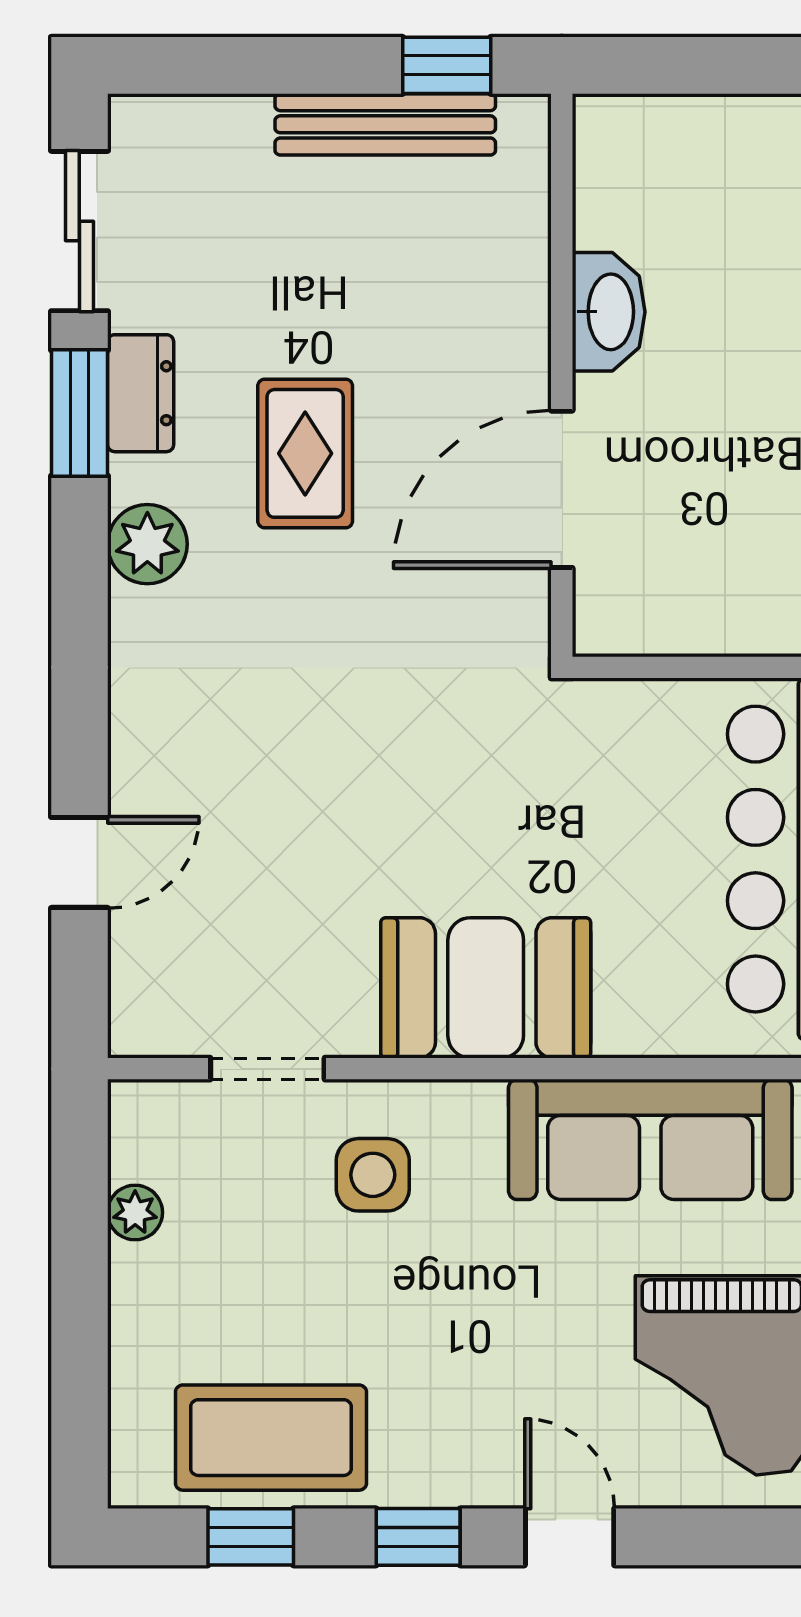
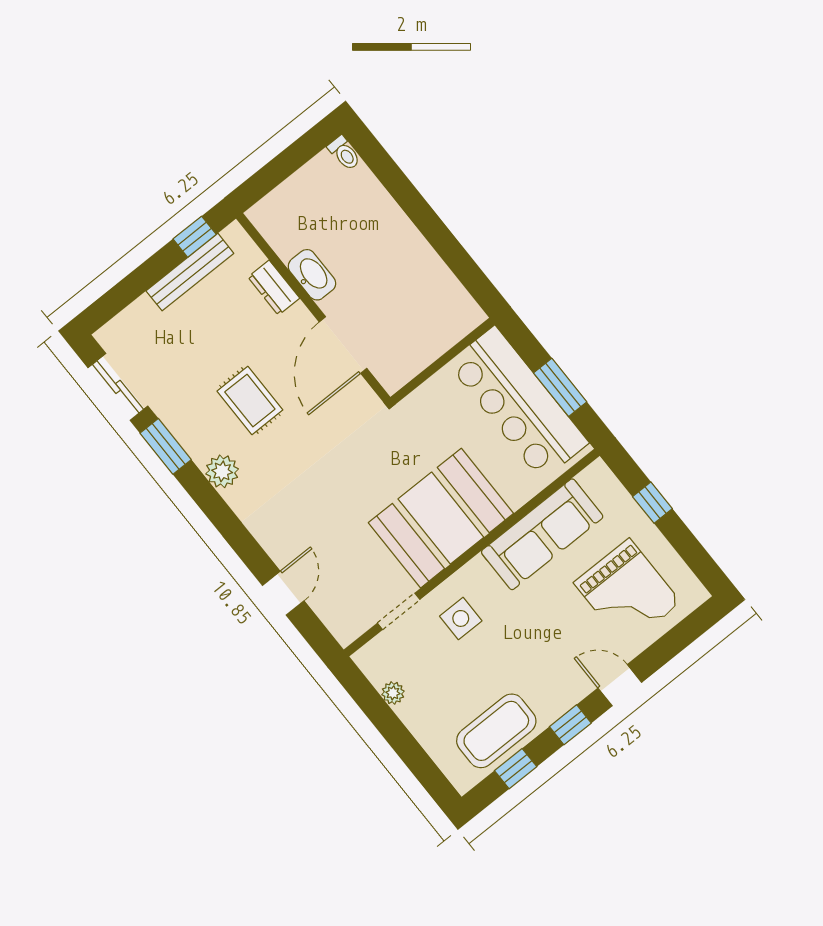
dresser: (141, 393) -> (274, 288), moved, turned 180
booth: (486, 988) -> (441, 518), width x1.36, depth x1.42

